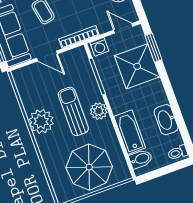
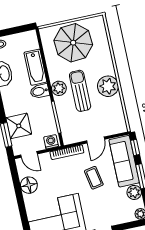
door: (47, 56) -> (96, 140), swing flipped
shower: (137, 66) -> (19, 126), width x0.73, depth x0.73
sun lounger: (73, 111) -> (80, 91), turned 180
bidet: (141, 159) -> (40, 91), moved

